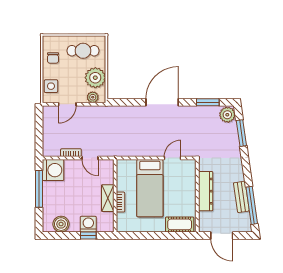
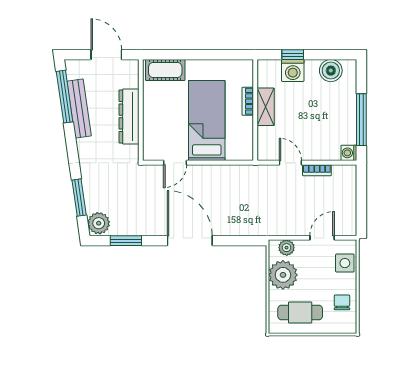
door: (162, 102) -> (190, 241), swing flipped
washing machine: (53, 170) -> (349, 153), width x0.53, depth x0.53
bench: (241, 197) -> (79, 108), width x1.36

